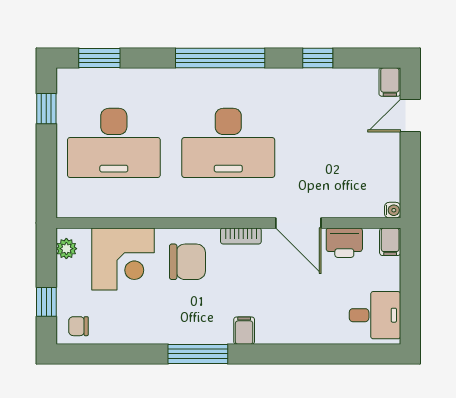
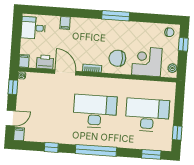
window: (410, 183) -> (13, 87), added
filing cabinet: (244, 331) -> (65, 23), moved

